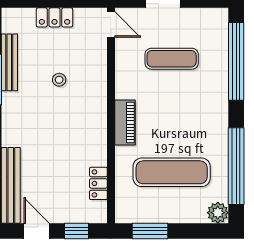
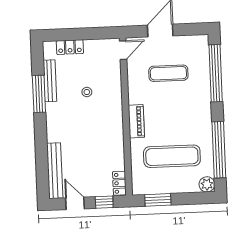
locker: (55, 17) -> (70, 47), moved
door: (111, 25) -> (123, 50), hinge flipped
locker: (98, 183) -> (119, 183), moved

